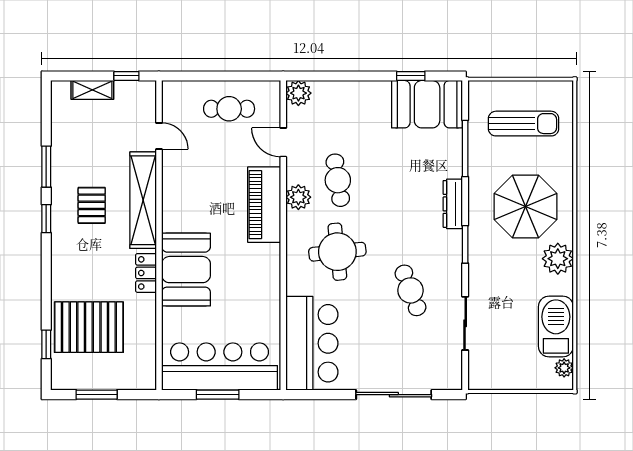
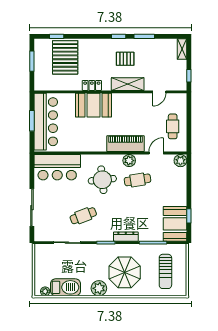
shelving: (92, 90) -> (182, 49), moved
shelving: (143, 200) -> (128, 84), width x0.68

